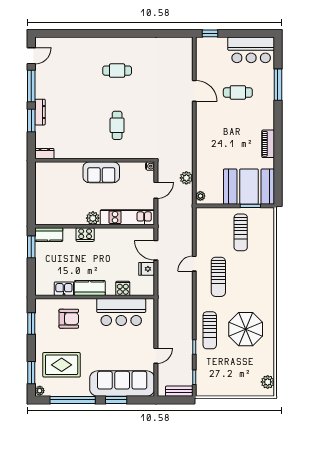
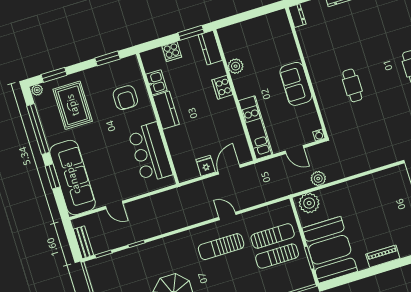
cafe table: (117, 125) -> (352, 85), turned 90
plant: (200, 196) -> (309, 203), width x1.88, depth x1.88
plant: (93, 218) -> (236, 66), moved
cooker: (123, 288) -> (172, 52), moved, turned 90
sun lounger: (210, 330) -> (273, 236), moved, turned 180

